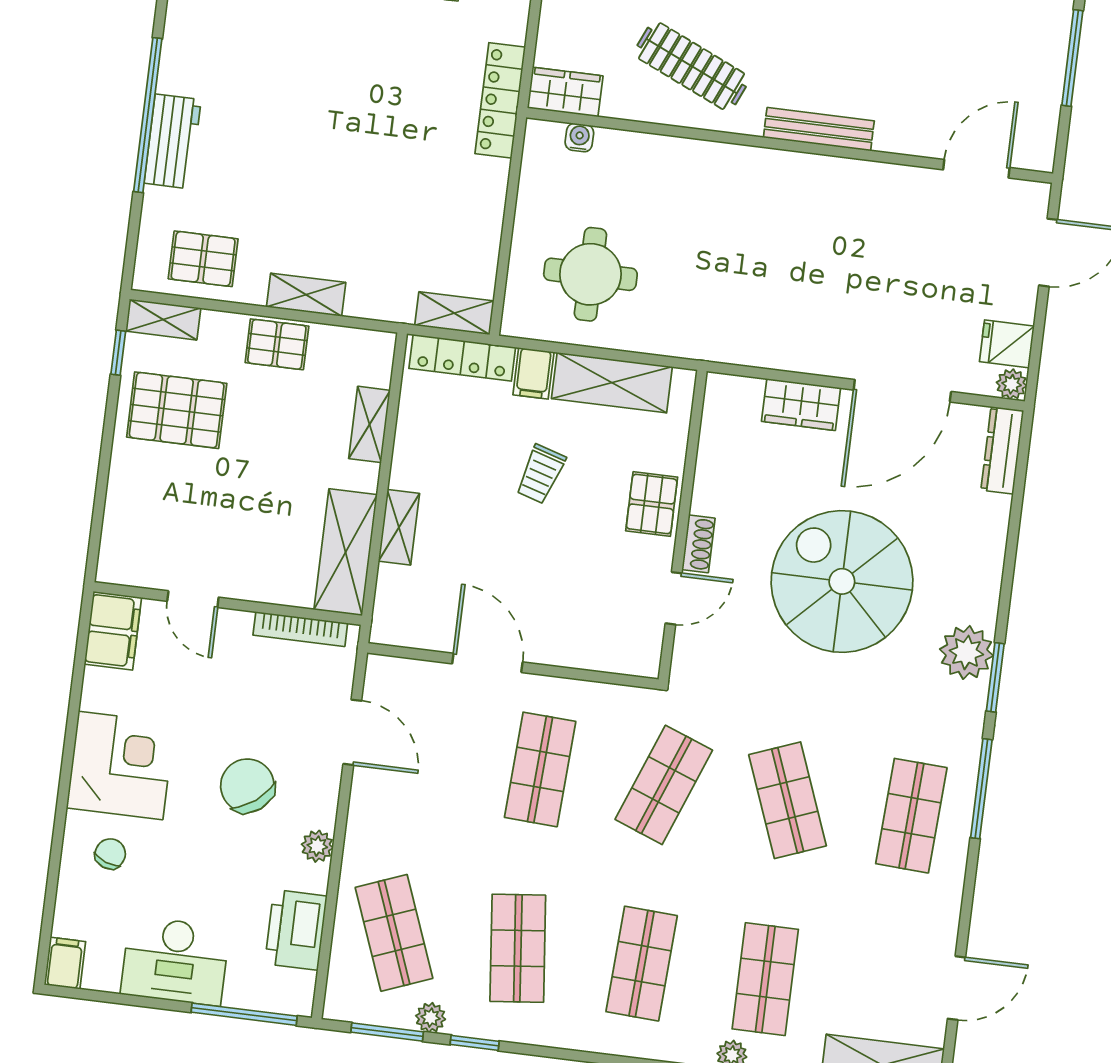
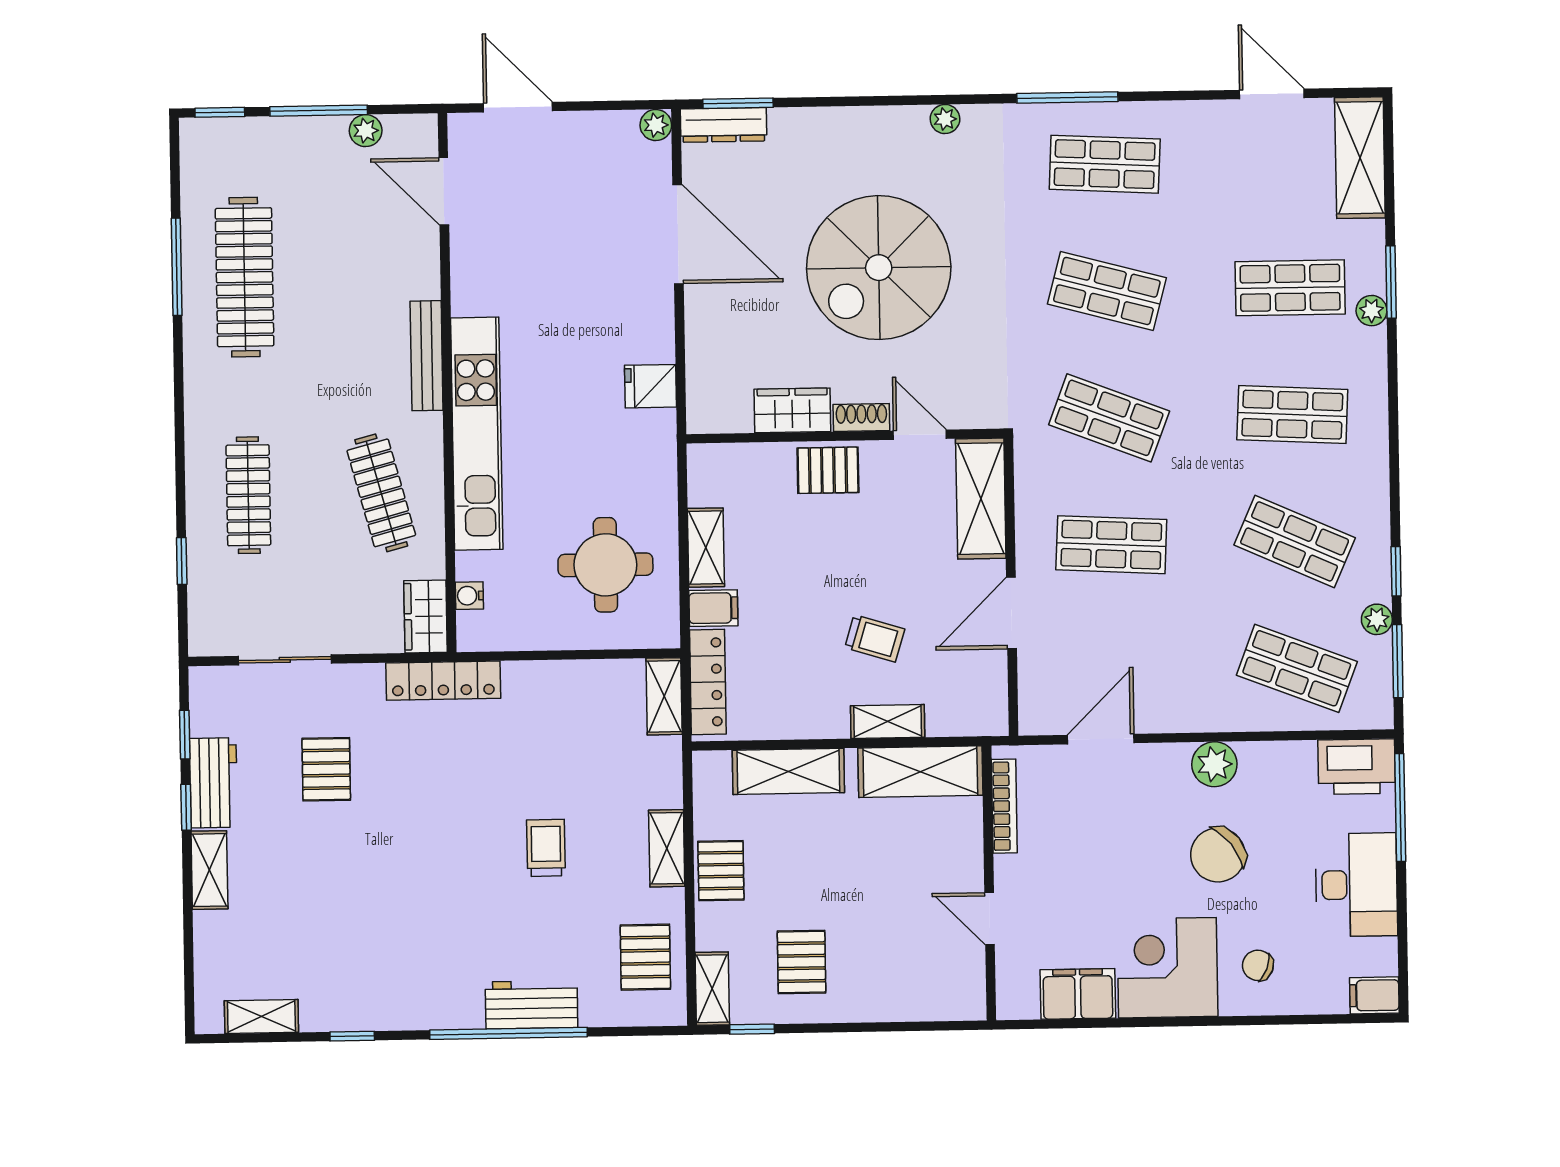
clothes rail: (692, 66) -> (381, 493), turned -39
plant: (1046, 101) -> (366, 131), added
kitchen unit: (736, 167) -> (477, 434), added
trolley: (323, 177) -> (546, 848), added
fridge: (1007, 344) -> (650, 386), moved, turned 90
shelving: (612, 383) -> (706, 548), width x0.67, depth x0.75
wardrobe: (801, 405) -> (792, 410), moved, turned -90
pallet: (177, 410) -> (802, 962), width x0.67, depth x0.71
shelving: (370, 424) -> (788, 771), width x1.50, depth x1.33
trolley: (541, 474) -> (875, 638), moved
door: (193, 599) -> (990, 919), swing flipped
filing cabinet: (113, 631) -> (1078, 994), moved
shelving: (603, 649) -> (981, 499), added
plant: (966, 652) -> (945, 119), width x0.53, depth x0.53
window: (995, 677) -> (738, 103), moved
chair: (247, 786) -> (1218, 855), moved
shop shelf: (788, 800) -> (1107, 291), turned 36
plant: (317, 846) -> (1214, 764), width x1.38, depth x1.38
printer: (296, 930) -> (1357, 767), moved
shop shelf: (394, 933) -> (1297, 668), turned 42
shop shelf: (518, 948) -> (1295, 541), turned 30

